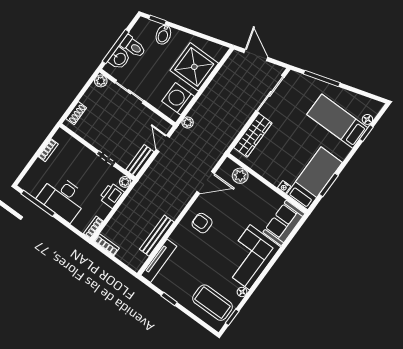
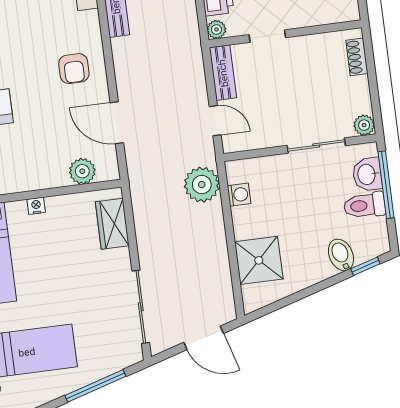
shower: (194, 67) -> (259, 260), width x0.73, depth x0.73
washing machine: (178, 99) -> (239, 195), width x0.53, depth x0.53
plant: (188, 122) -> (202, 185), width x1.87, depth x1.87
wardrobe: (253, 135) -> (112, 224), width x0.67
door: (206, 182) -> (117, 123), hinge flipped
nightstand: (284, 187) -> (36, 206), moved
armchair: (202, 223) -> (74, 69), turned 90

